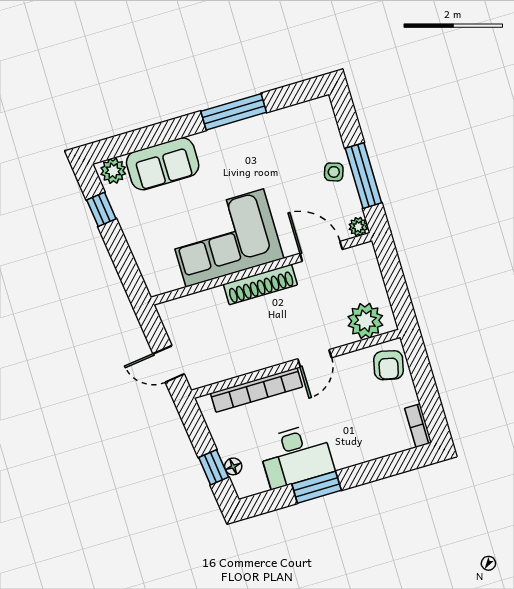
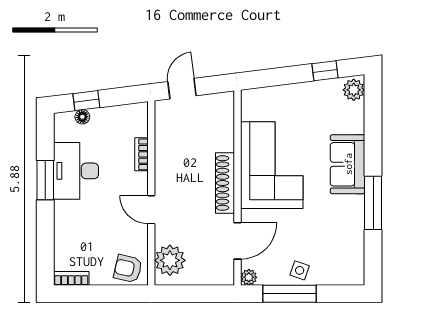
sofa: (163, 164) -> (348, 164), moved
bookcase: (256, 390) -> (142, 154), width x0.43, depth x0.76

